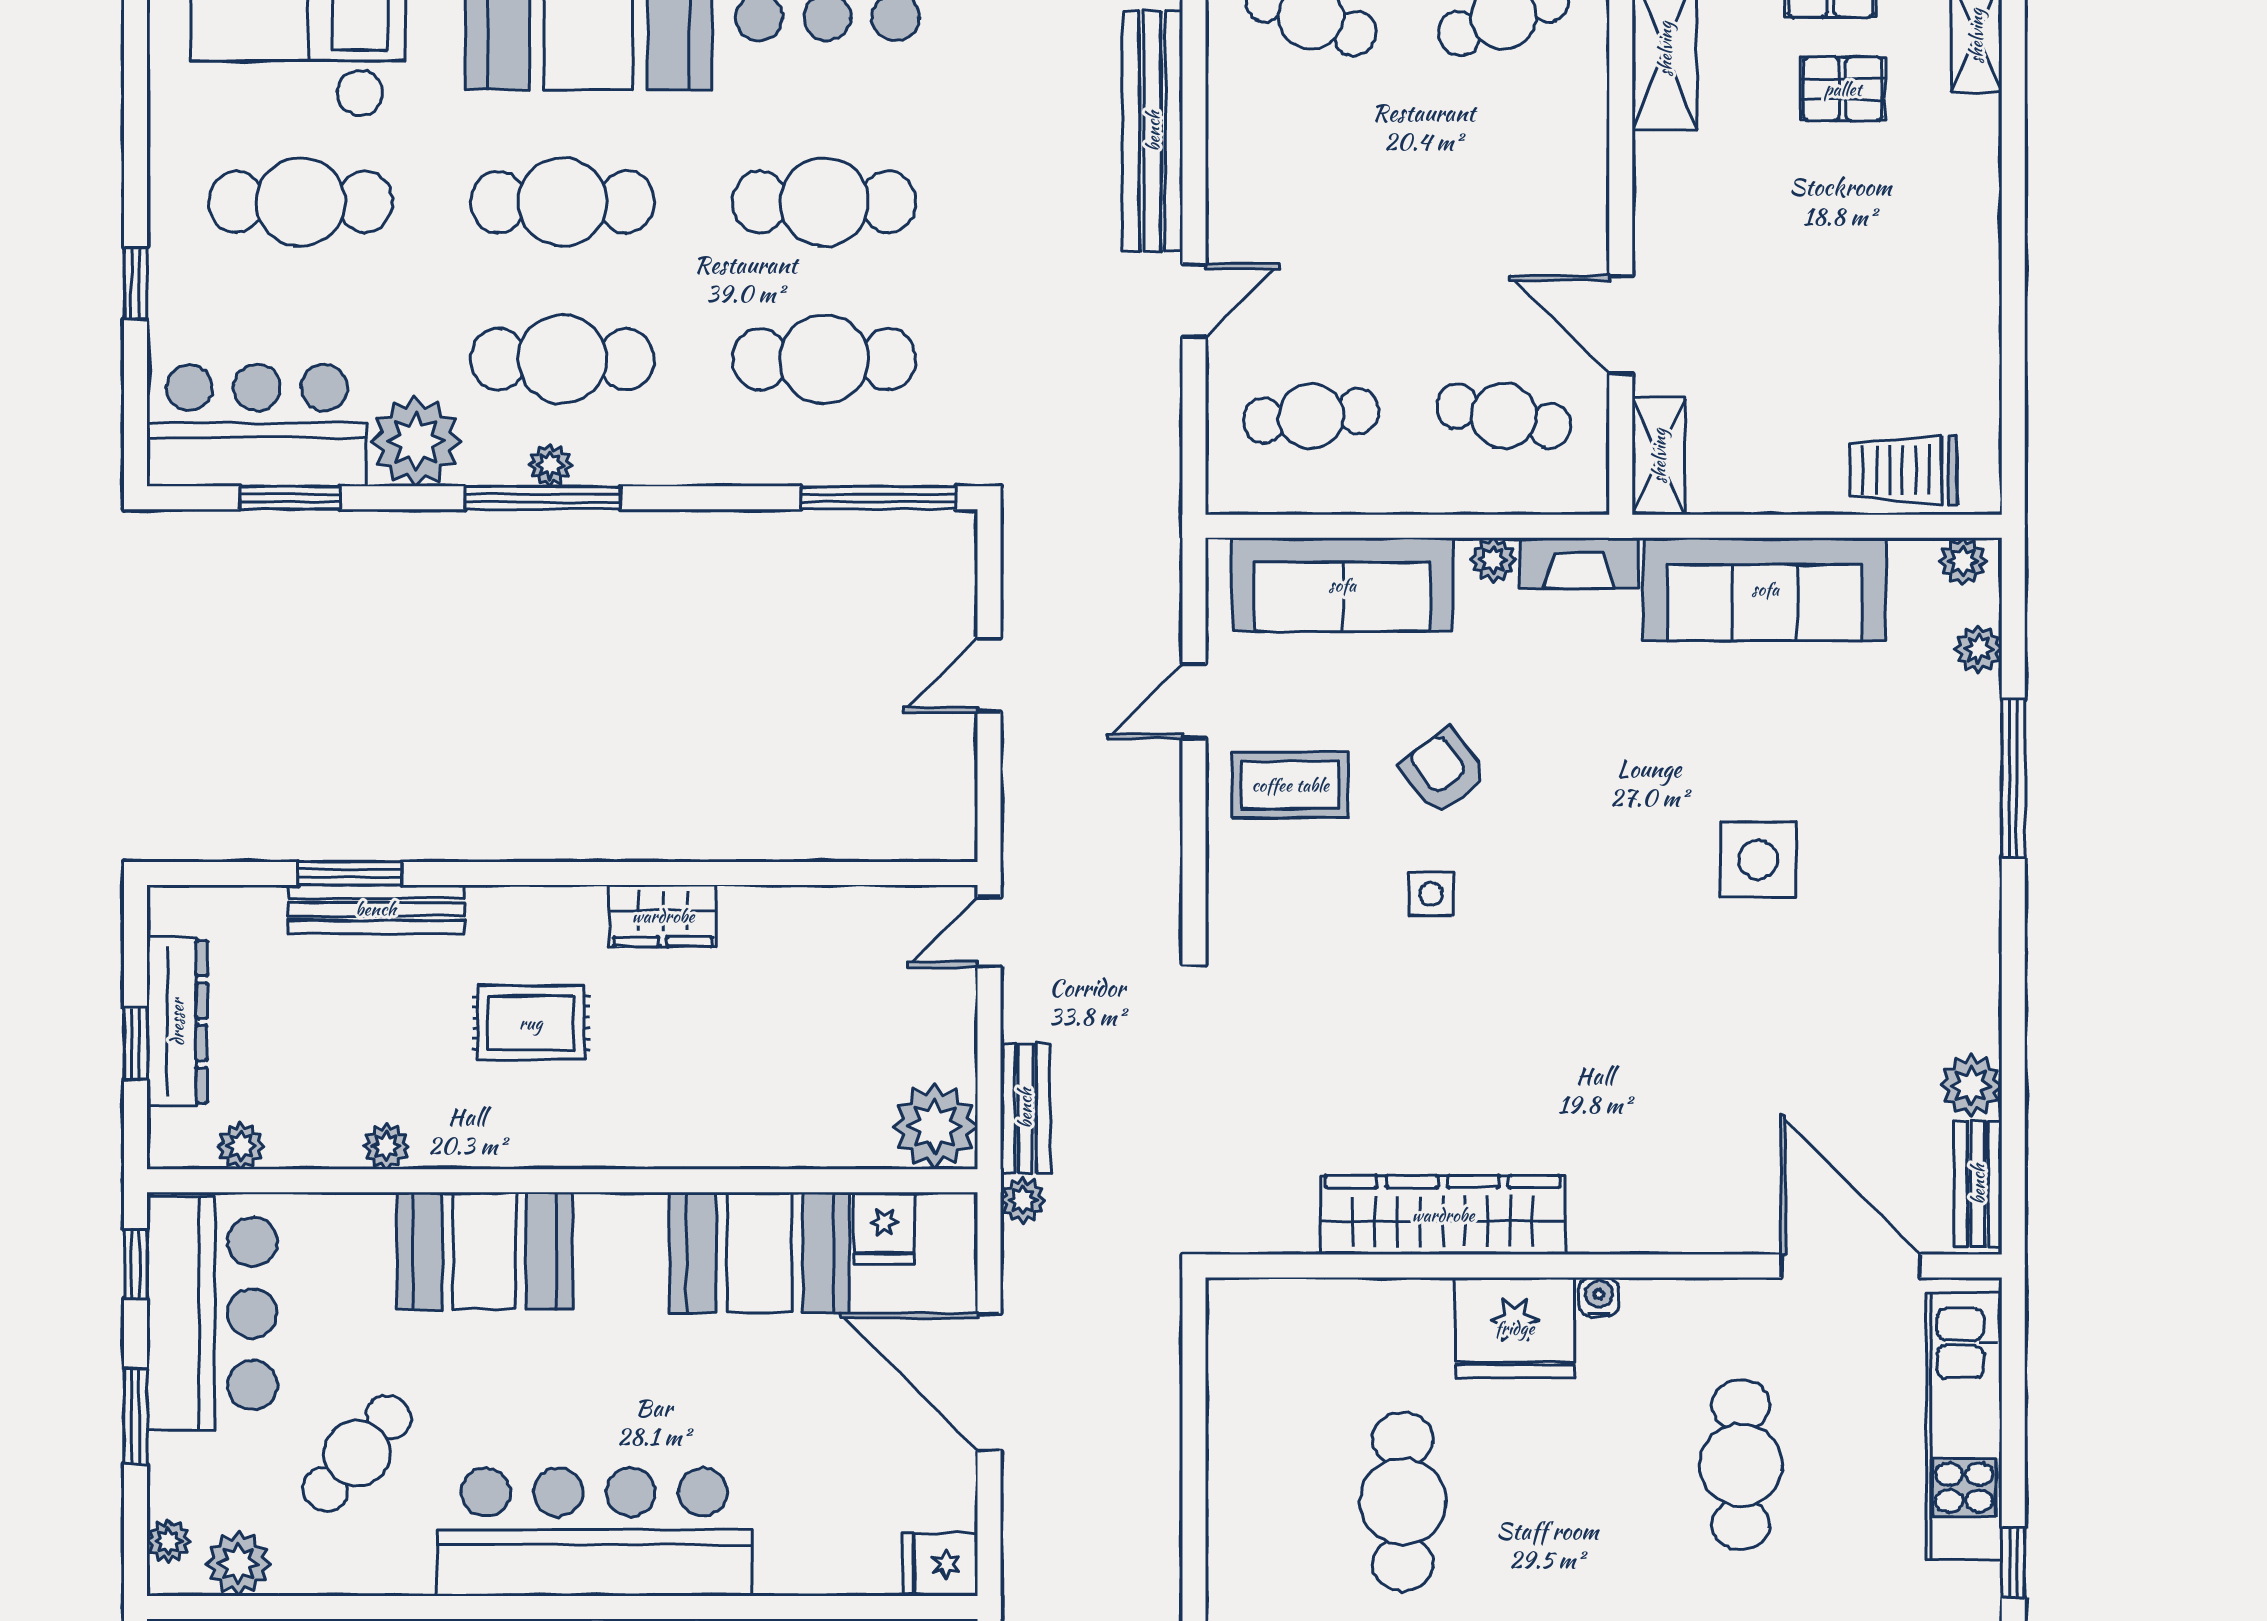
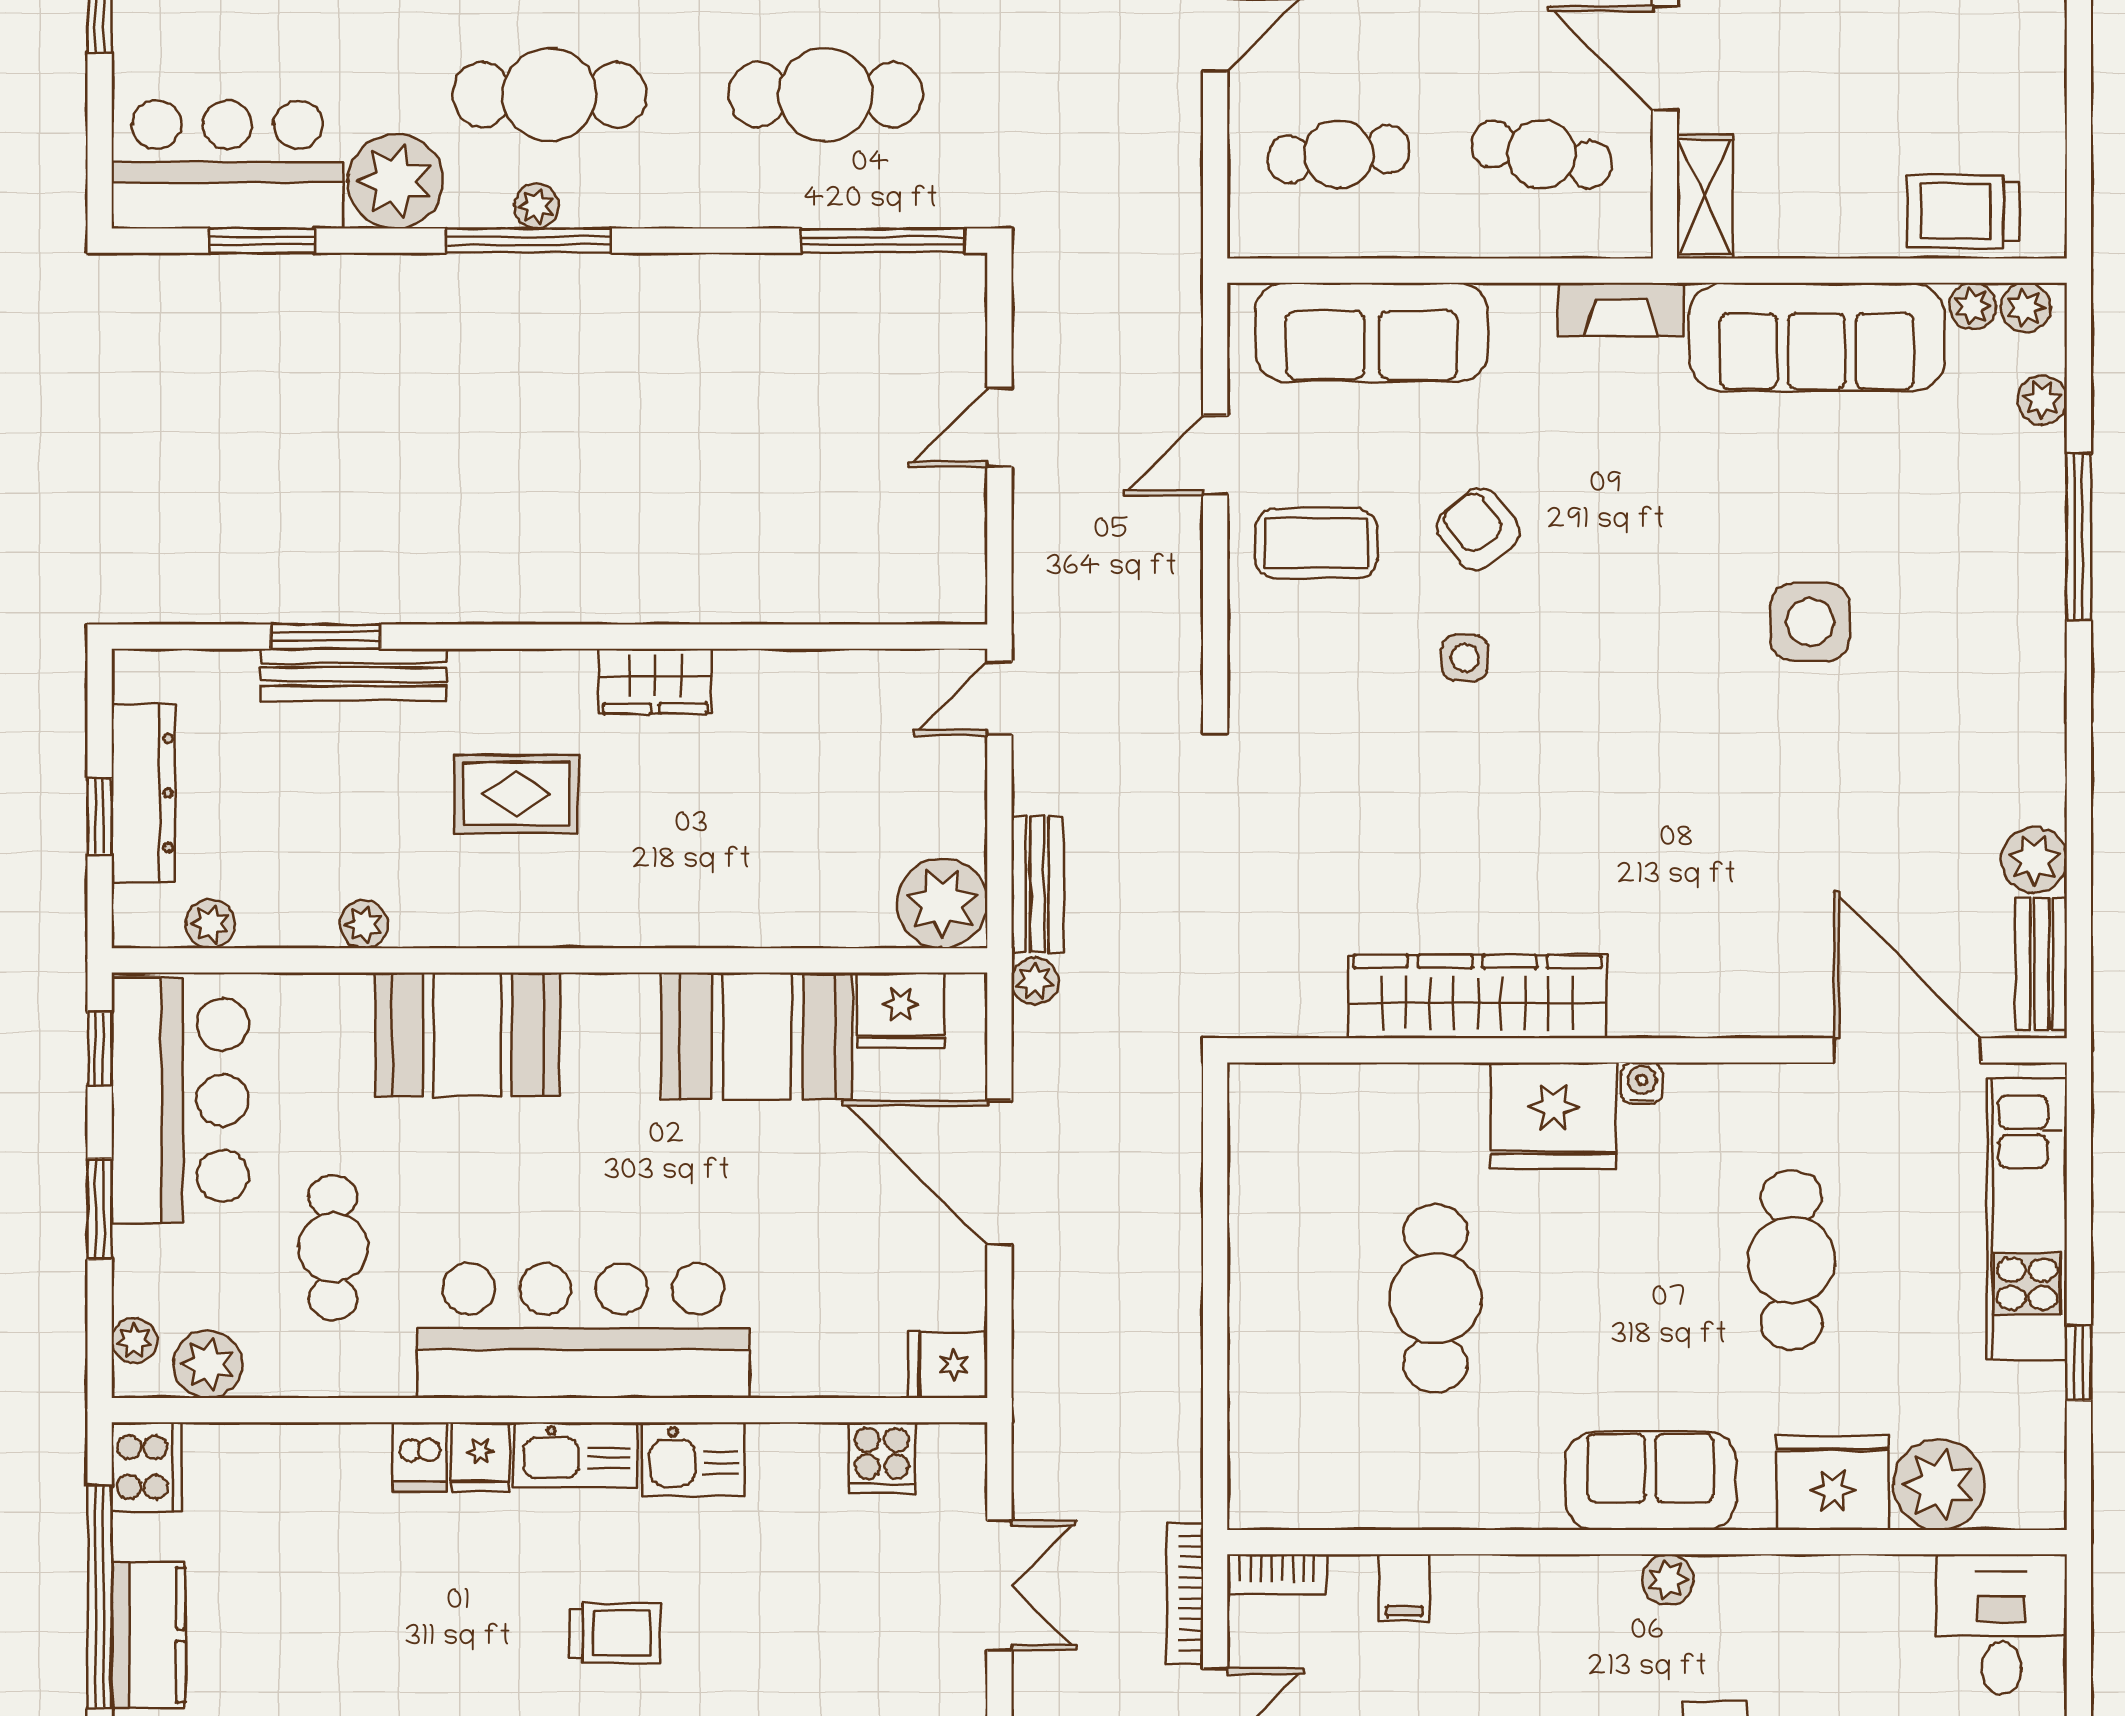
plant: (1493, 560) -> (1973, 306), moved
fridge: (884, 1228) -> (901, 1010), width x1.38
cafe table: (357, 1453) -> (333, 1248), turned -41

